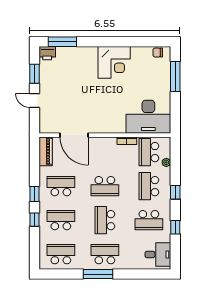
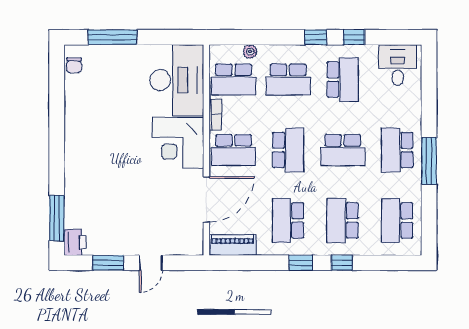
corner desk: (114, 62) -> (178, 143), moved, turned 180
school desk: (105, 152) -> (234, 150), added
window: (175, 192) -> (316, 37), moved

